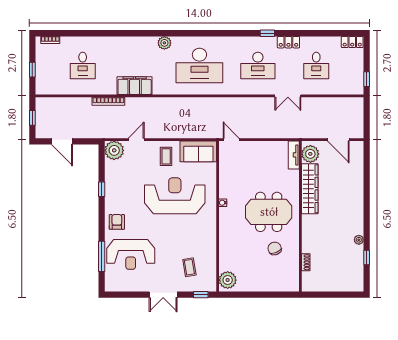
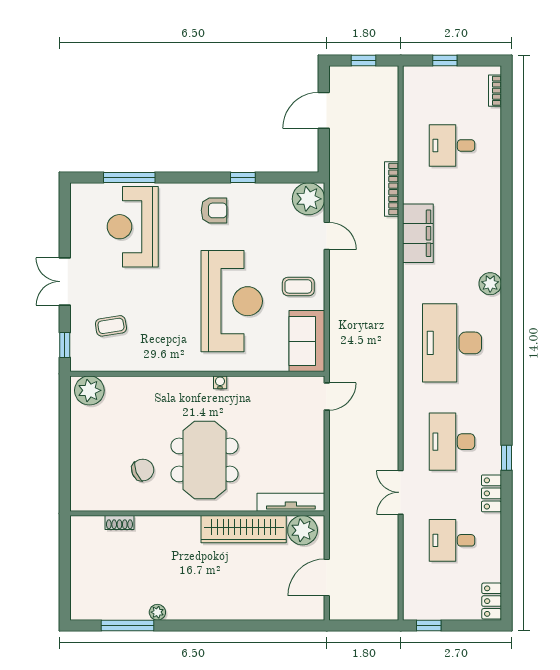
tv unit: (294, 155) -> (291, 502), width x1.41
armchair: (117, 222) -> (214, 210), moved
window: (367, 257) -> (127, 625), width x2.17

